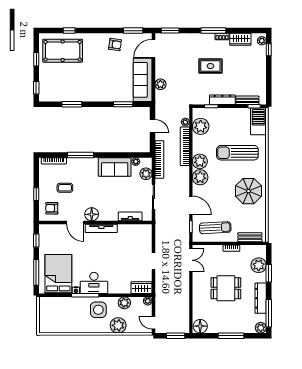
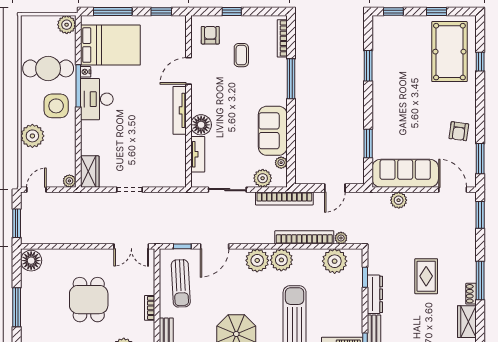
floor lamp: (92, 214) -> (201, 125), moved
plant: (124, 303) -> (67, 25), moved
cafe table: (74, 315) -> (48, 68), added

